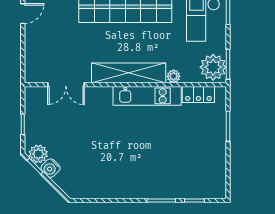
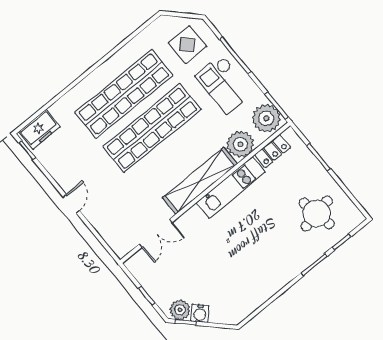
plant: (174, 76) -> (240, 144), width x1.87, depth x1.87
round table: (193, 165) -> (317, 213), added

